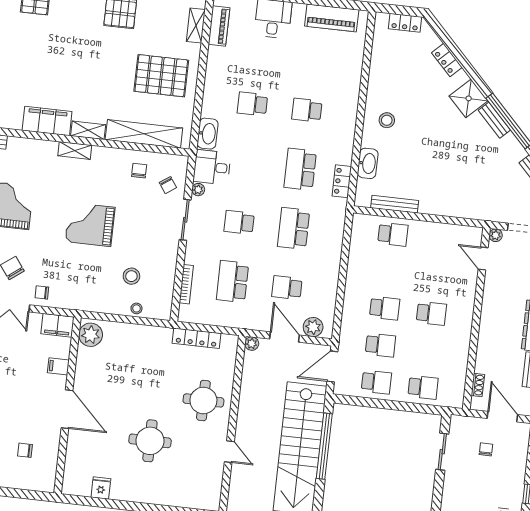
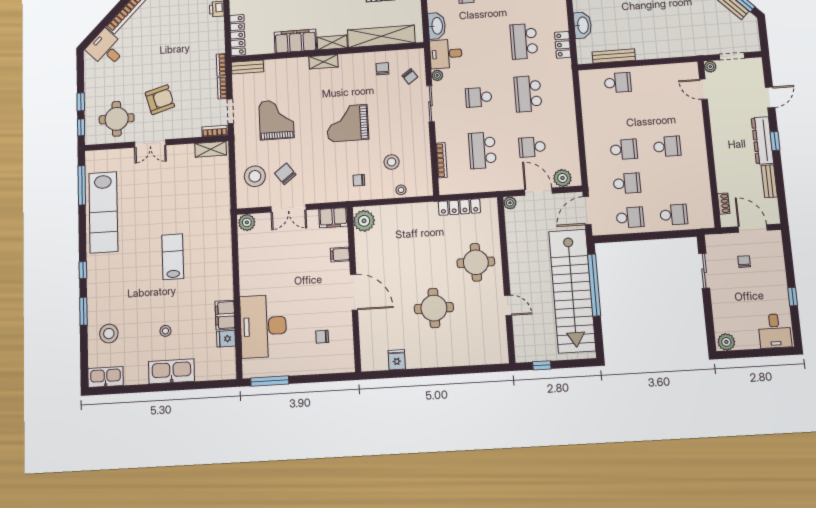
chair: (42, 292) -> (359, 180), moved

